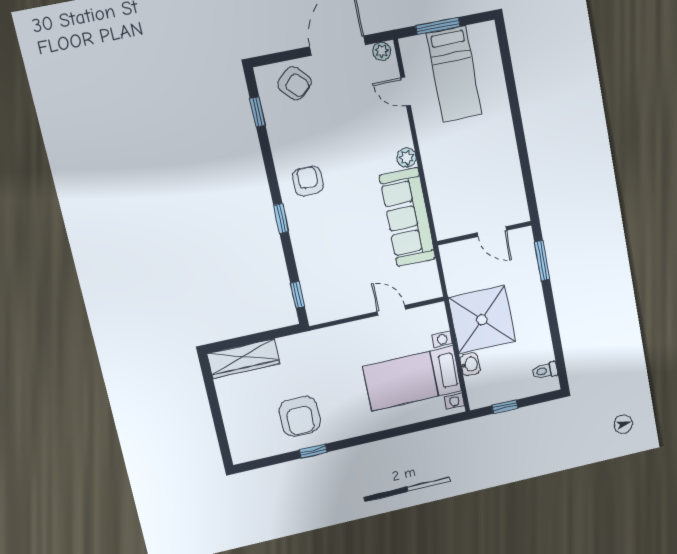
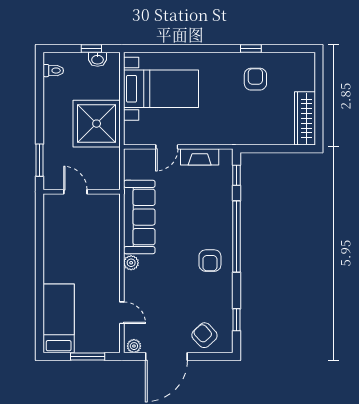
bed: (454, 74) -> (59, 318), moved
window: (281, 219) -> (236, 237), width x3.17
fireplace: (348, 307) -> (200, 157), added
door: (391, 310) -> (167, 147), hinge flipped
wardrobe: (244, 359) -> (305, 118), moved, turned -90
washbasin: (470, 364) -> (98, 59), moved, turned -90
armchair: (300, 416) -> (255, 79), width x0.72, depth x0.72

